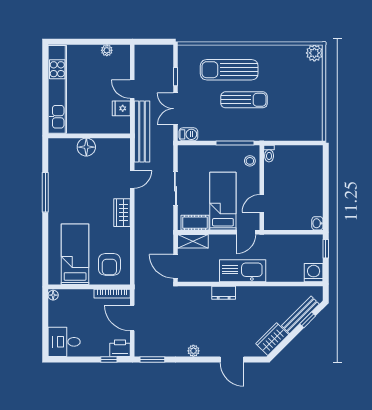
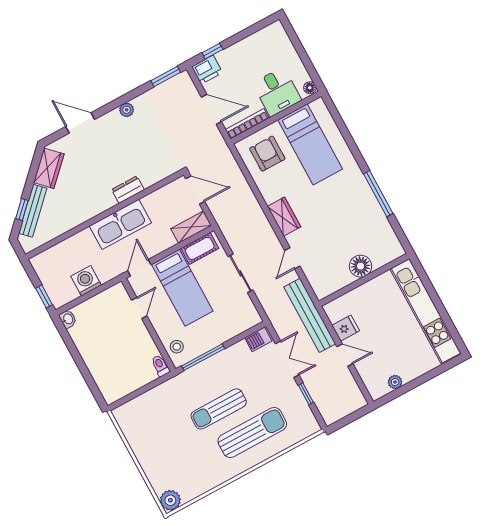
washing machine: (314, 273) -> (86, 281), moved, turned 180
desk: (64, 342) -> (277, 92), moved, turned 90

